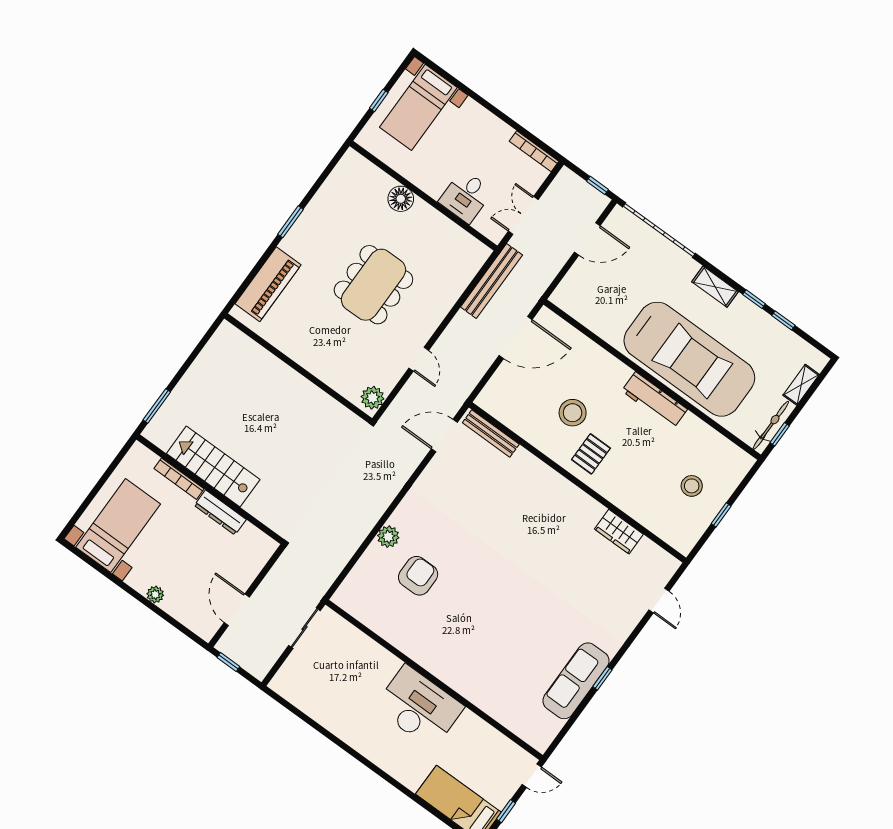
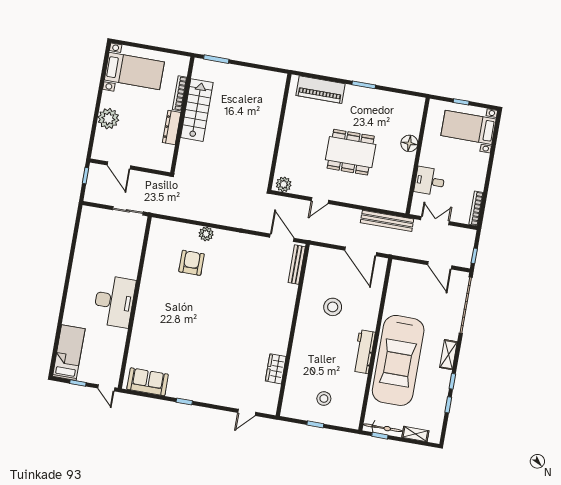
pallet: (591, 454) -> (314, 330), removed
armchair: (418, 576) -> (192, 263), turned -90
plant: (155, 595) -> (108, 119), width x1.87, depth x1.87
door: (237, 610) -> (119, 165), swing flipped
sofa: (576, 681) -> (148, 382), moved, width x0.73

